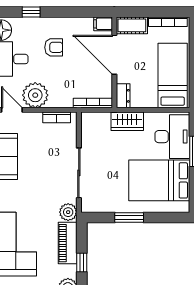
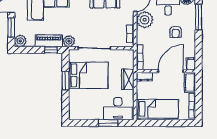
window: (31, 12) -> (199, 17), width x2.17
bed: (159, 180) -> (88, 75), moved, turned 90
window: (82, 263) -> (51, 50), moved

